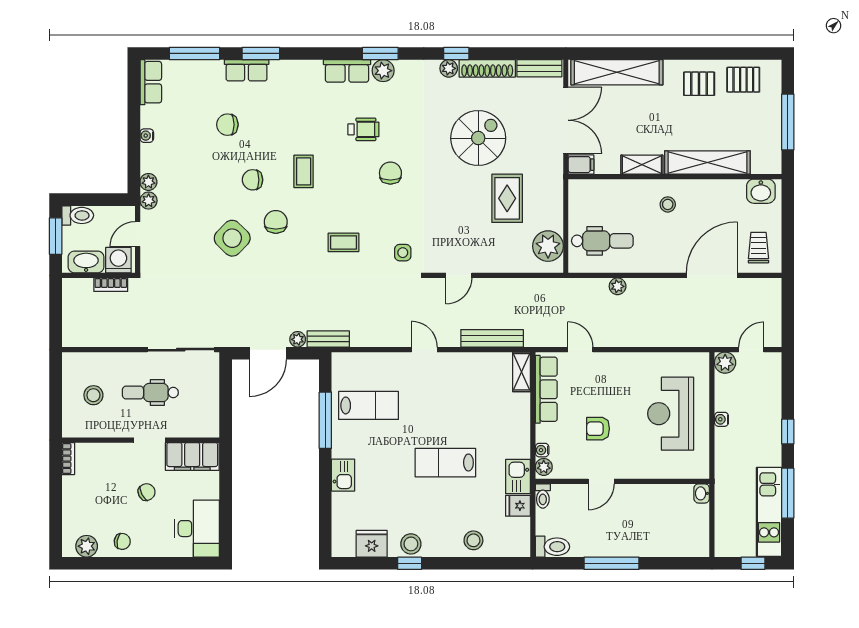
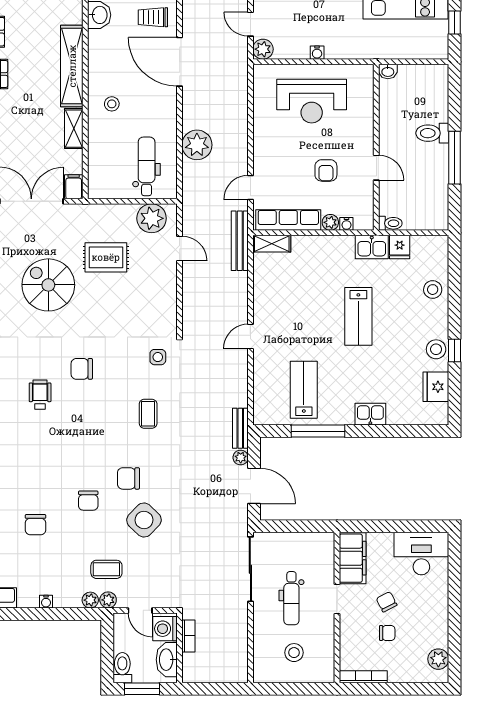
coffee table: (304, 171) -> (106, 569), moved
door: (459, 275) -> (180, 249), moved
plant: (618, 286) -> (197, 145), width x1.87, depth x1.87
bench: (492, 338) -> (240, 241), moved
bookcase: (68, 459) -> (363, 677), width x1.56
plant: (544, 467) -> (330, 222), moved
chair: (122, 541) -> (387, 633), moved, turned 81
toilet: (552, 547) -> (432, 133), moved, turned -90

